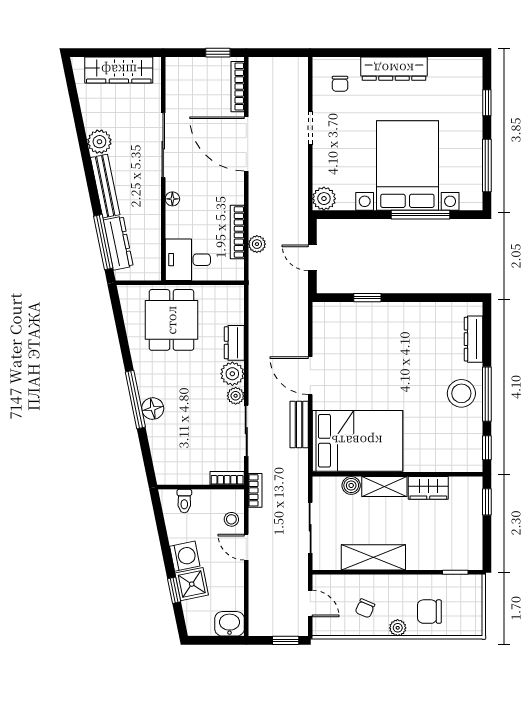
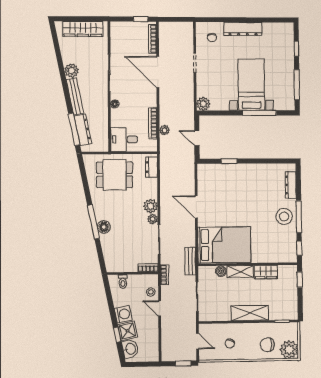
bed with nightstands: (407, 166) -> (251, 85), width x0.73
dining table: (171, 320) -> (115, 175), turned 90
dresser: (234, 343) -> (152, 167), moved
bench: (299, 424) -> (190, 261), moved
shelving: (373, 557) -> (250, 313), moved
washbasin: (230, 624) -> (130, 349), moved, turned 78
plant: (398, 628) -> (289, 349), moved, width x1.88, depth x1.88

